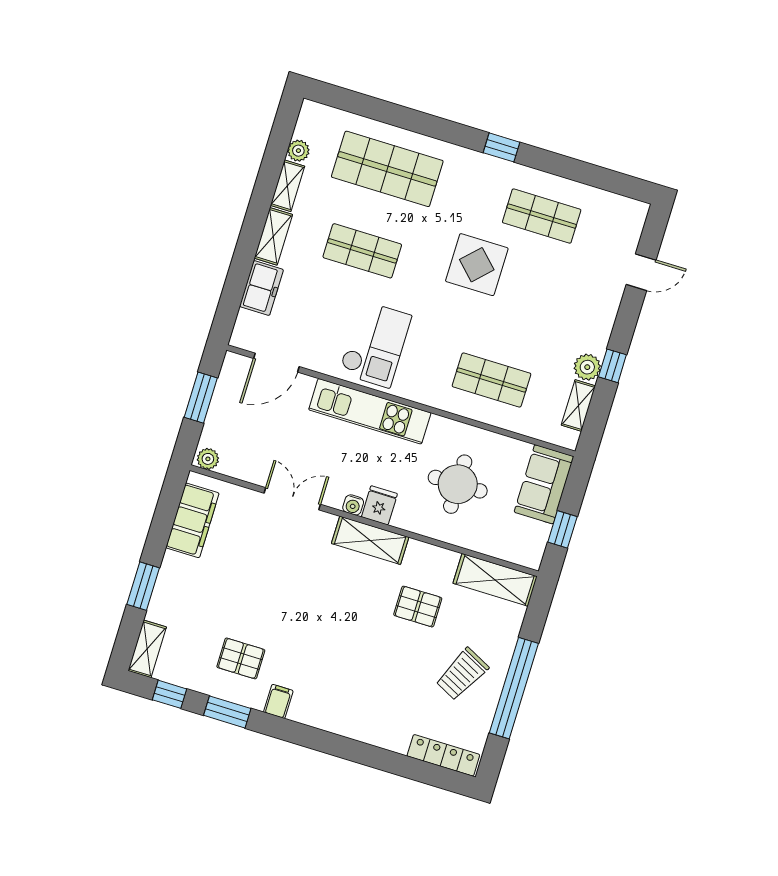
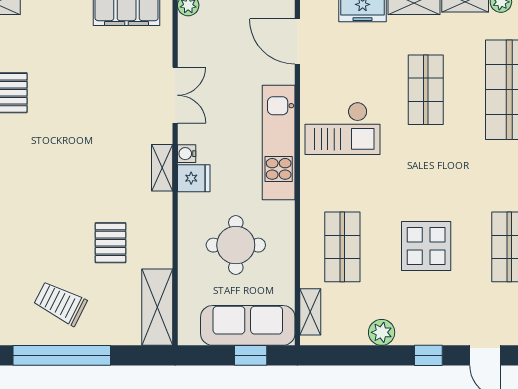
display table: (477, 265) -> (426, 246), moved
window: (612, 366) -> (428, 355), moved
shelving: (578, 406) -> (310, 312), moved, turned 90
sofa: (544, 484) -> (248, 325), width x1.36
window: (562, 529) -> (251, 355), moved
shelving: (370, 540) -> (162, 168), width x0.67, depth x0.75

